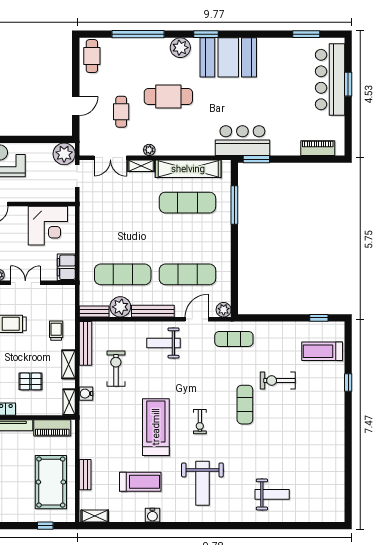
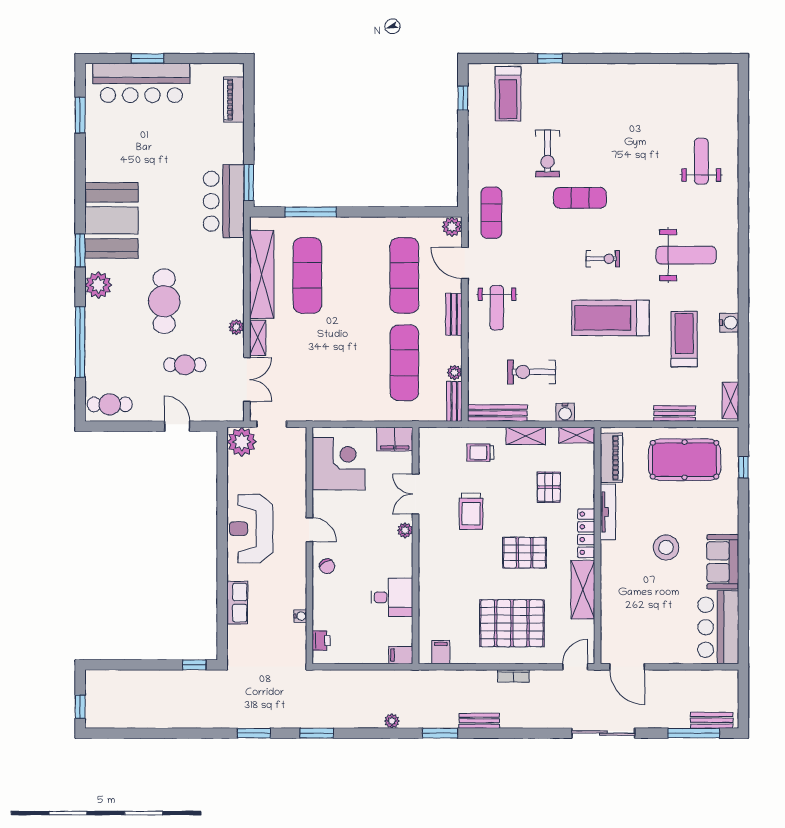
plant: (120, 307) -> (455, 372), width x0.53, depth x0.53
bench: (153, 311) -> (454, 314), width x0.73

